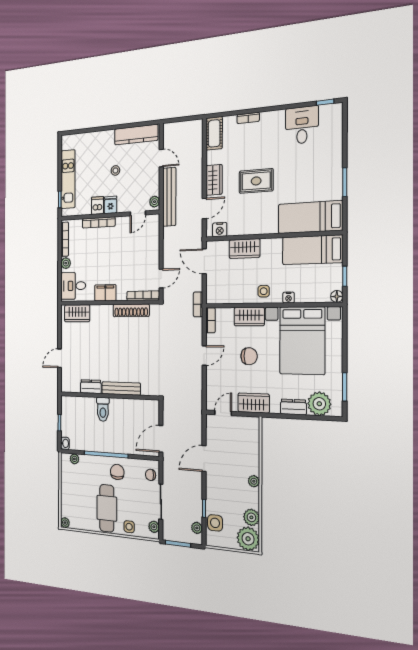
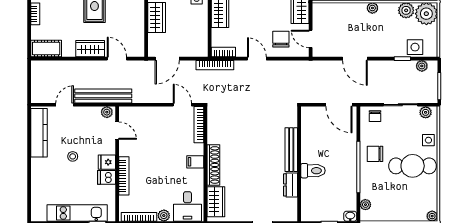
nightstand: (220, 230) -> (138, 43), removed
filing cabinet: (105, 293) -> (195, 162), width x0.50
bookcase: (198, 304) -> (215, 65), width x1.56
shoe rack: (131, 310) -> (213, 165), moved
chair: (249, 356) -> (281, 39), moved

